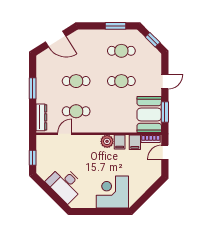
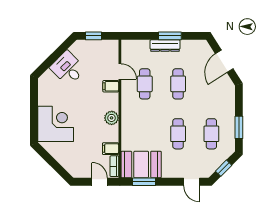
door: (165, 82) -> (192, 182), moved
dresser: (41, 117) -> (165, 46), moved
filing cabinet: (120, 142) -> (111, 86), moved
desk: (65, 184) -> (68, 68), width x0.73

